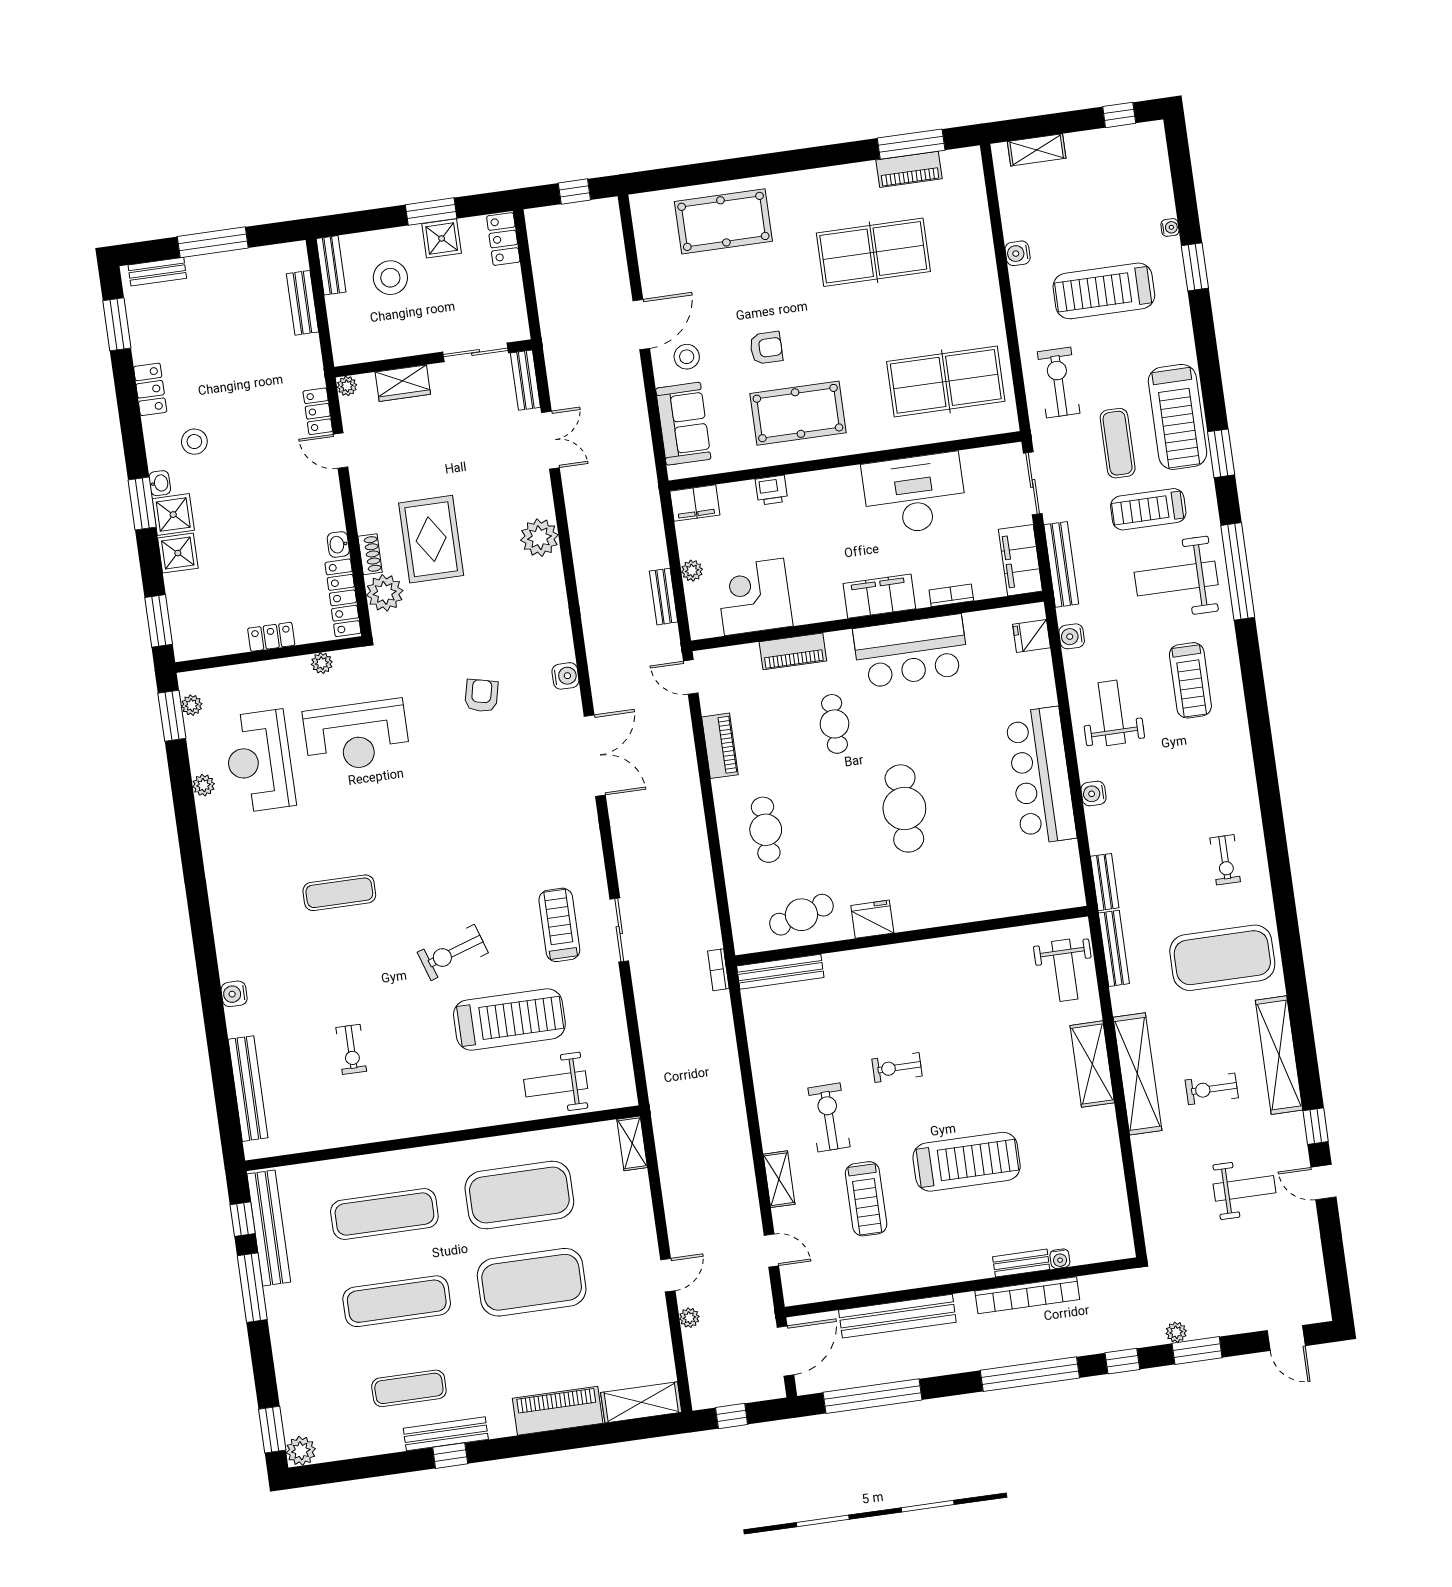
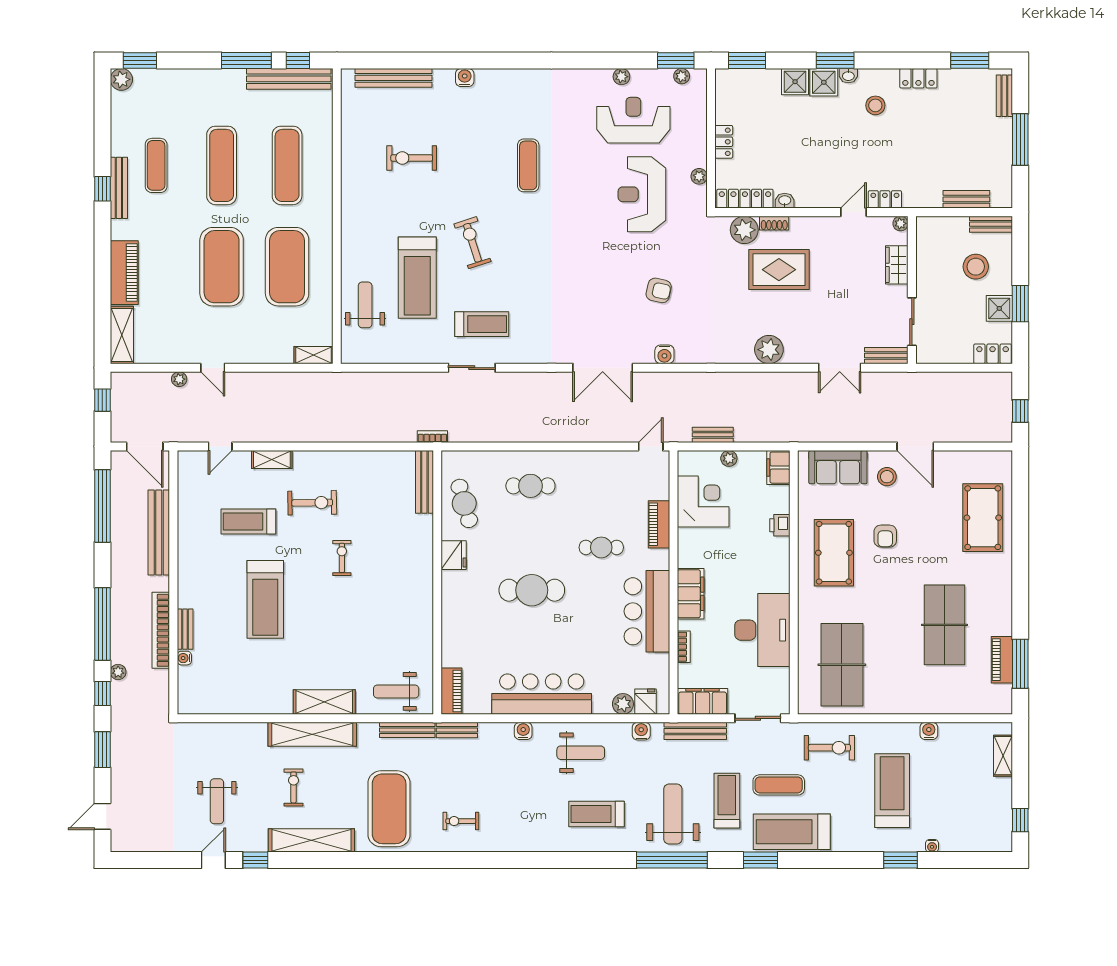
plant: (1039, 666) -> (623, 704), added
piano: (720, 746) -> (452, 691), moved, turned -90
exercise bike: (351, 1049) -> (412, 158), width x1.38, depth x1.39
plant: (1176, 1332) -> (118, 672), moved

